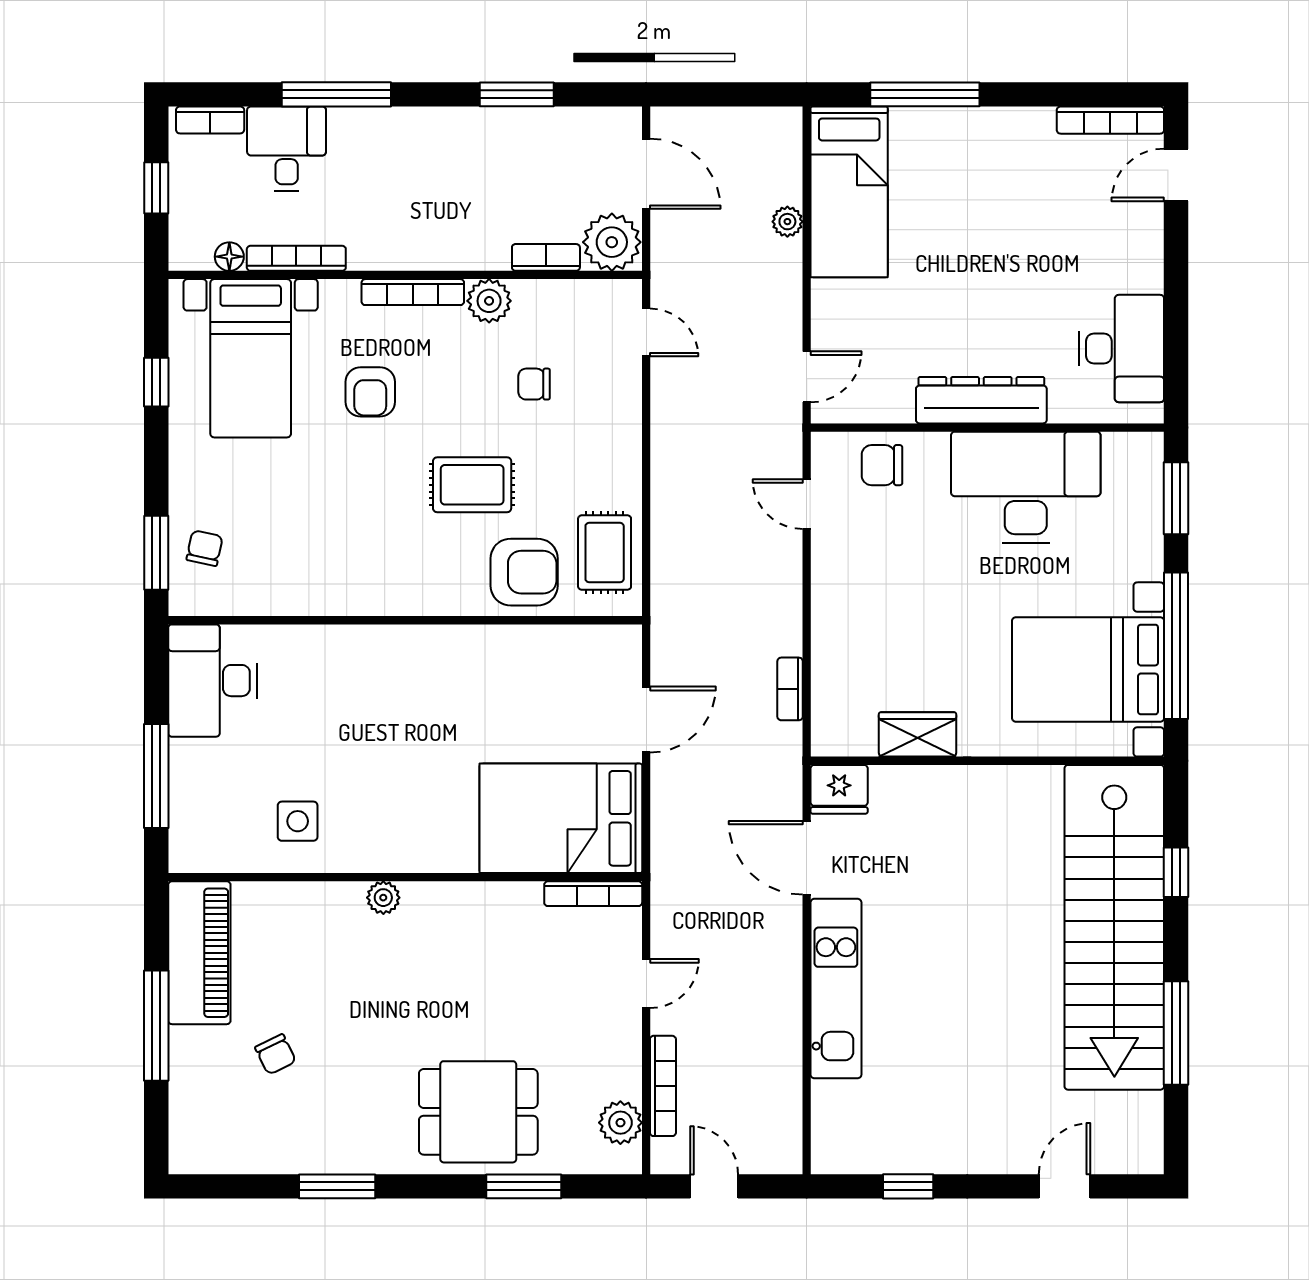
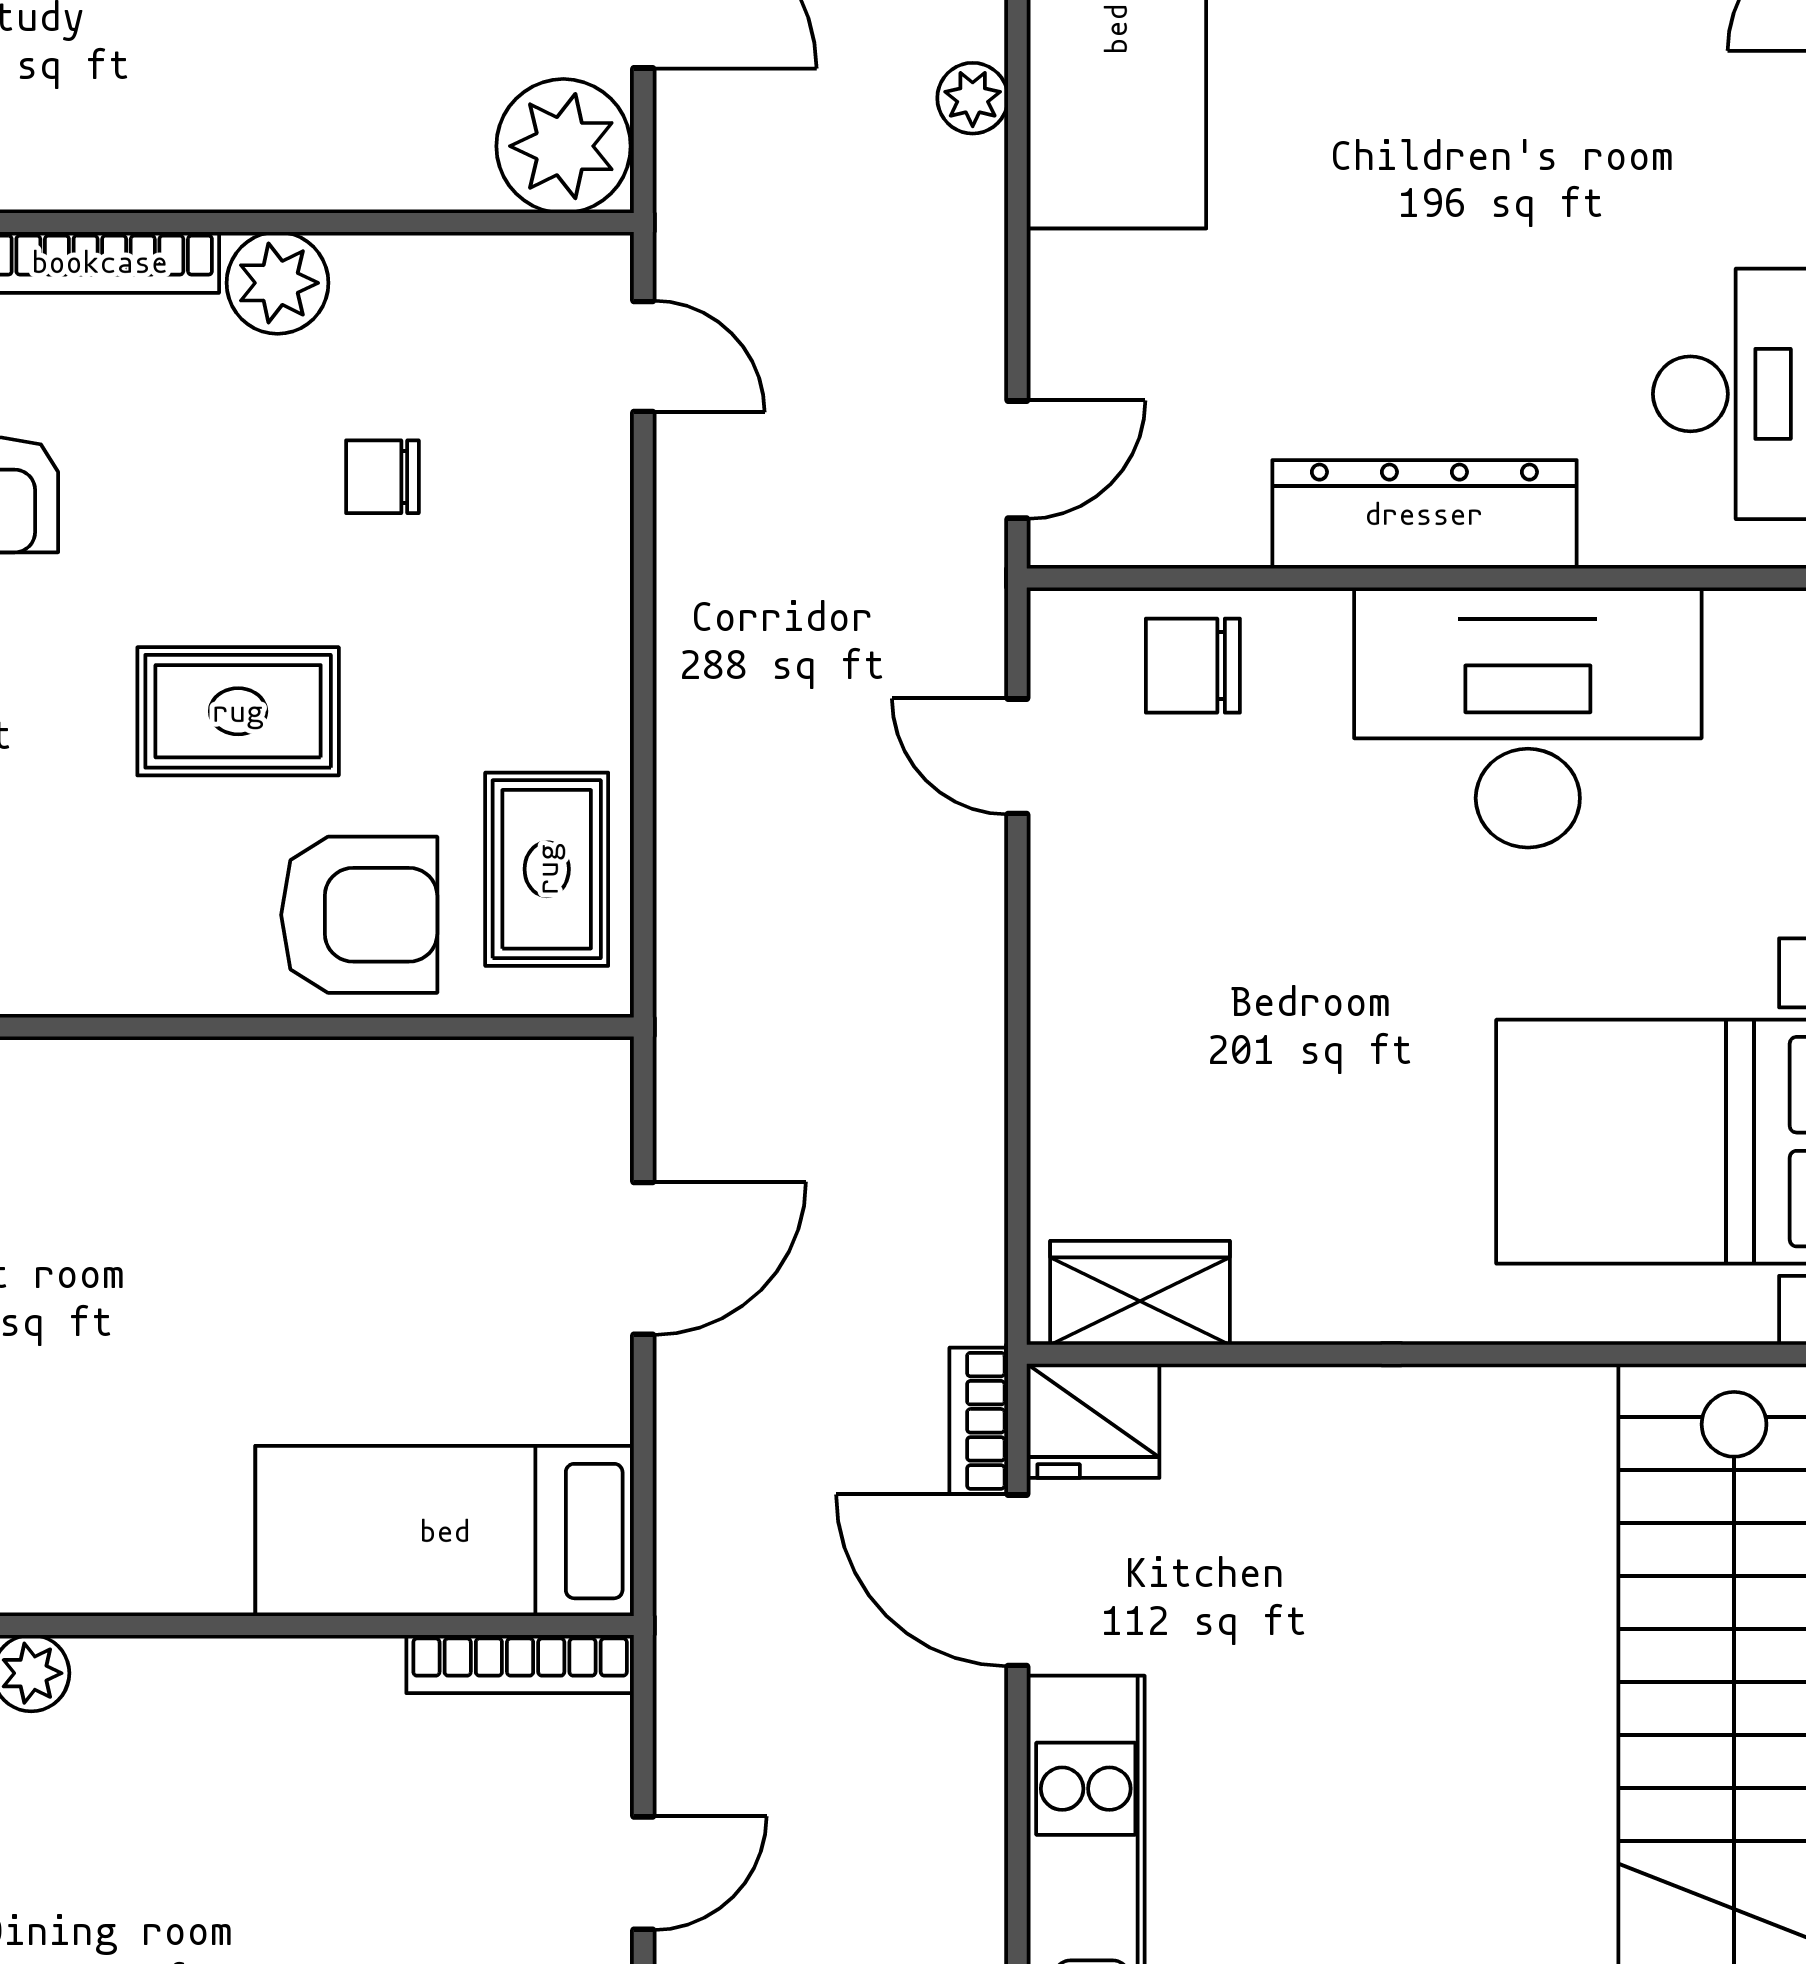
bookcase: (546, 257) -> (410, 182), removed
bookcase: (790, 689) -> (979, 1421), moved
wardrobe: (918, 734) -> (1140, 1293), moved
bed: (561, 818) -> (445, 1531), width x0.67

